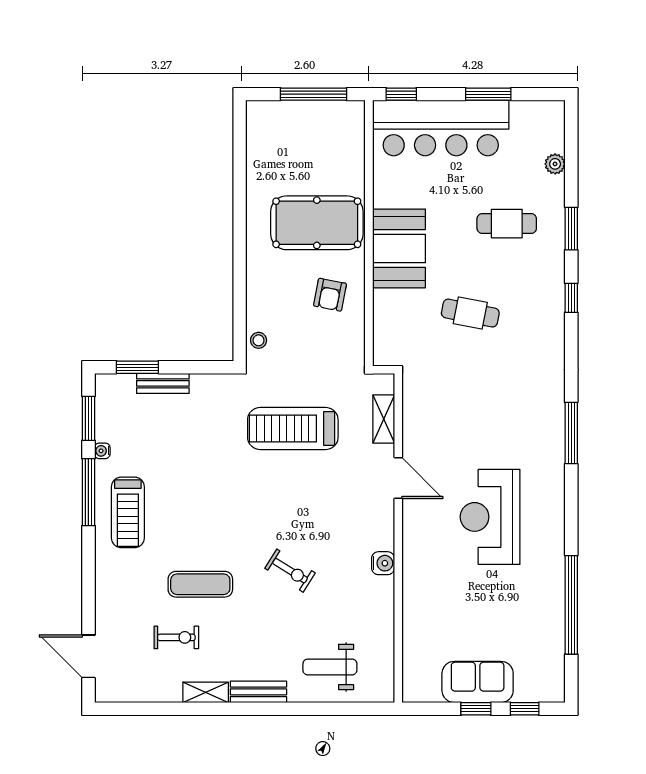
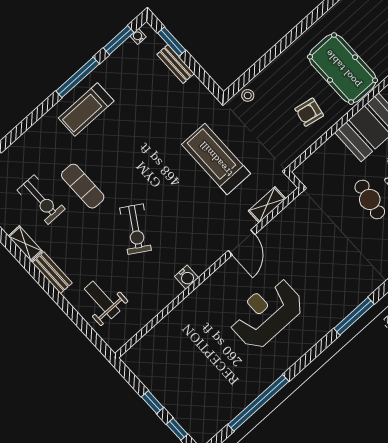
water cooler: (102, 451) -> (138, 36), moved
exercise bike: (290, 571) -> (136, 229), width x1.38, depth x1.39
exercise bike: (176, 637) -> (41, 200), width x1.38, depth x1.39
sofa: (478, 682) -> (168, 390), removed

